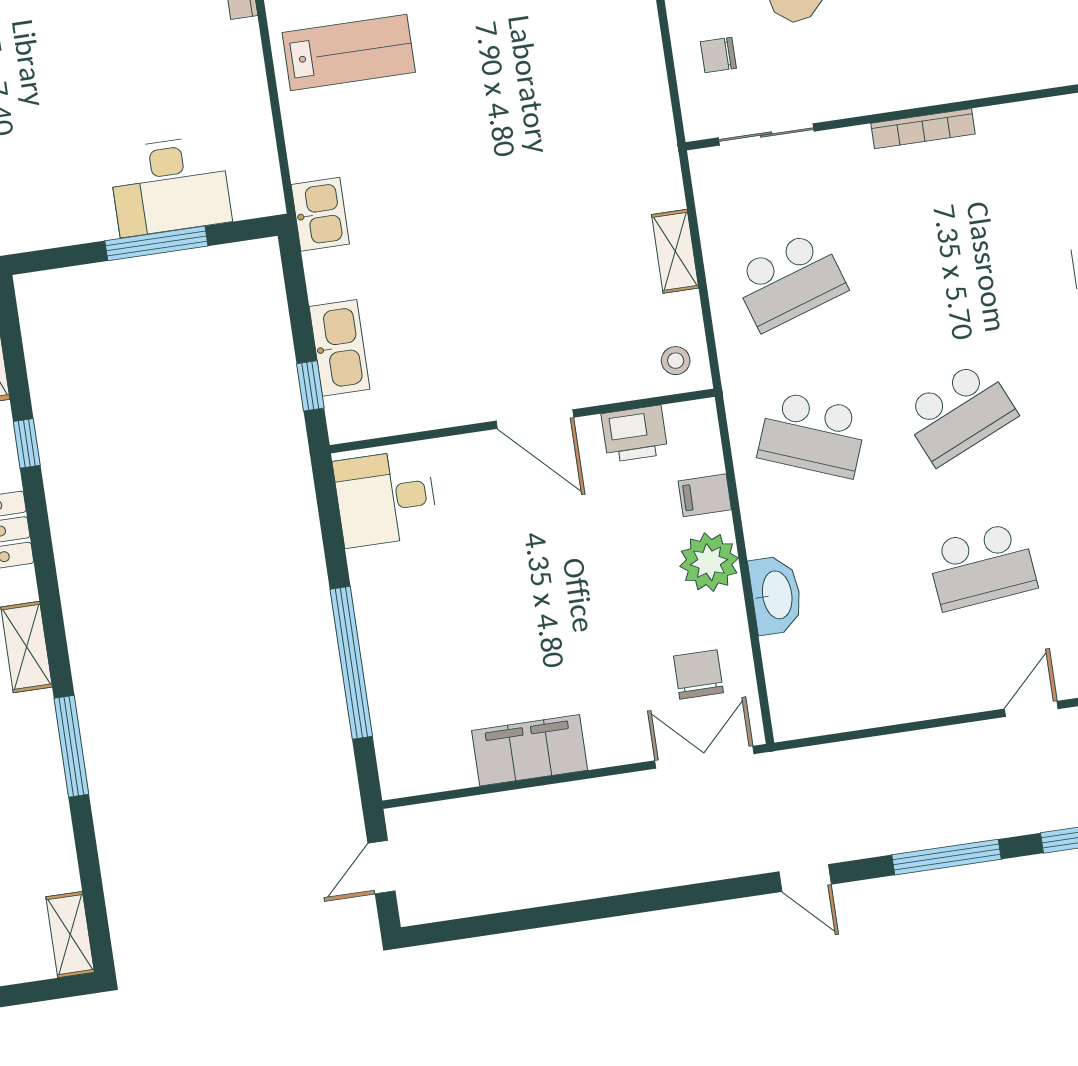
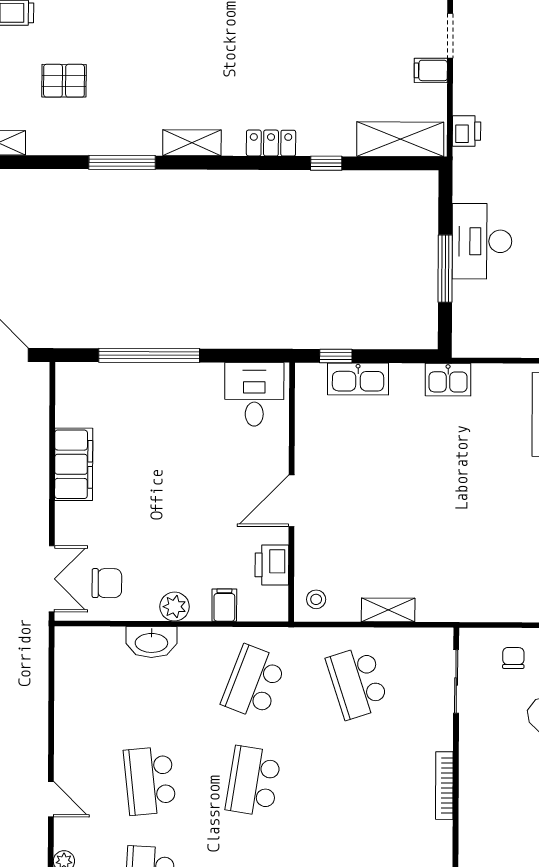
desk: (170, 186) -> (482, 241), moved
school desk: (959, 413) -> (253, 781), turned 33
plant: (709, 562) -> (175, 607), width x0.73, depth x0.73

